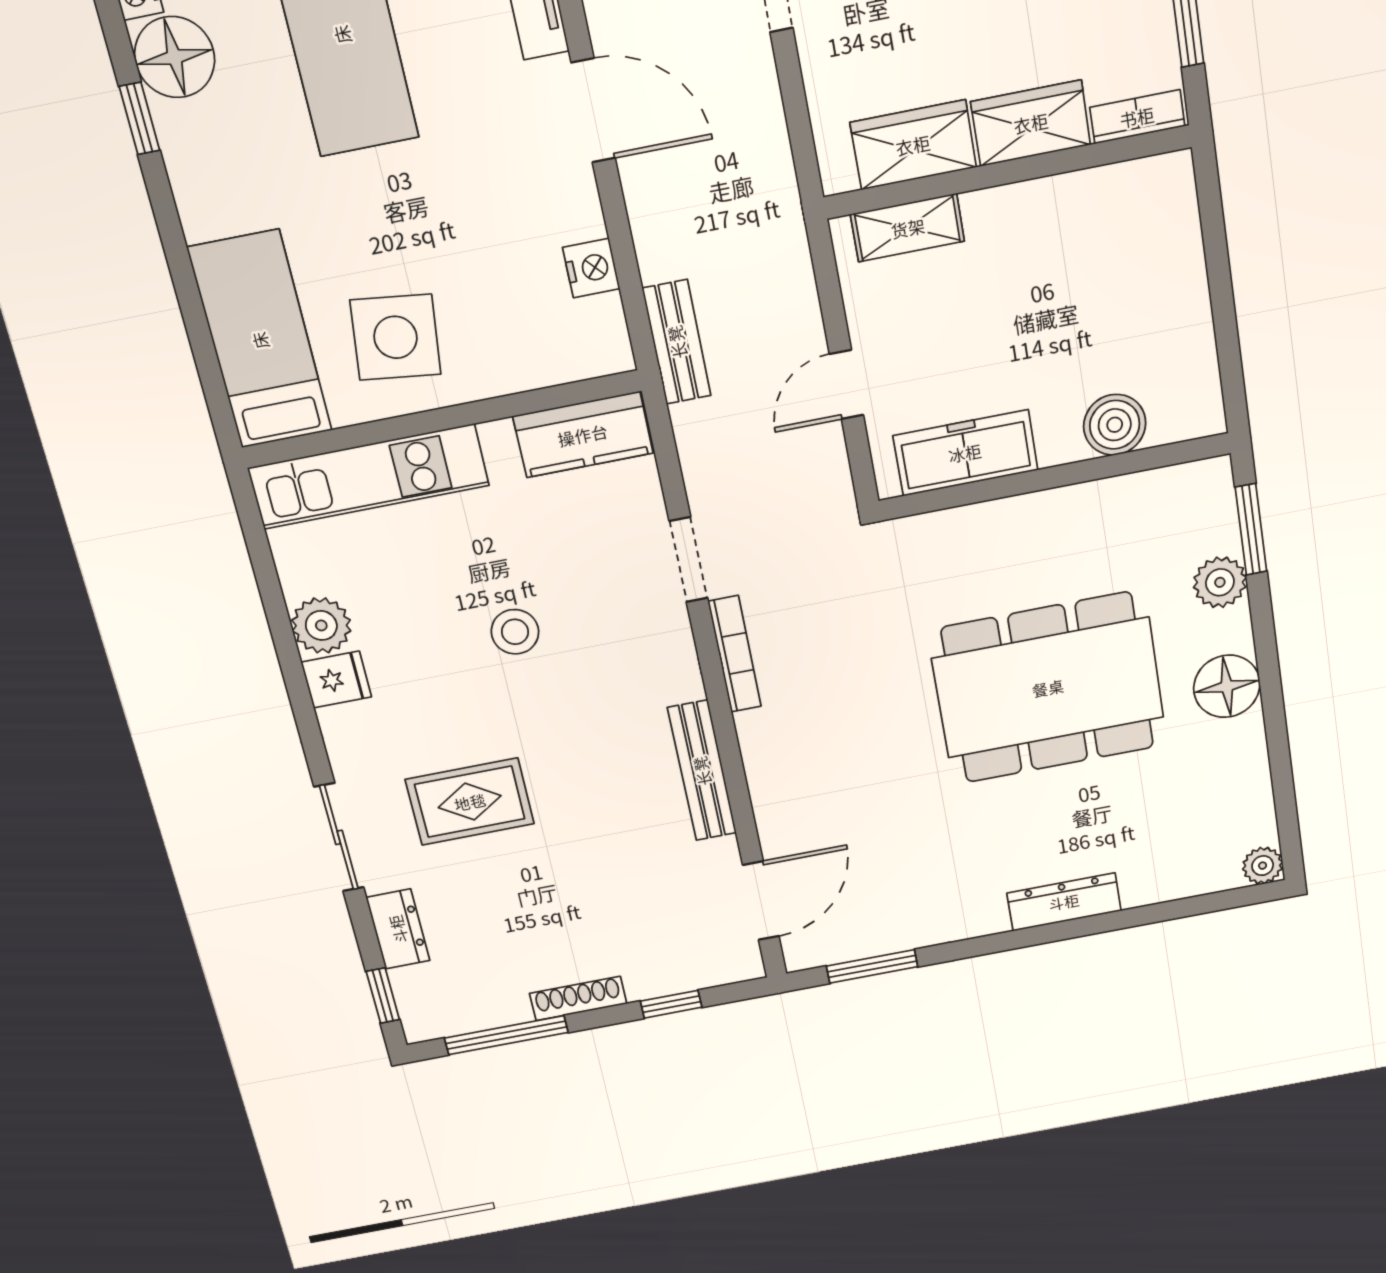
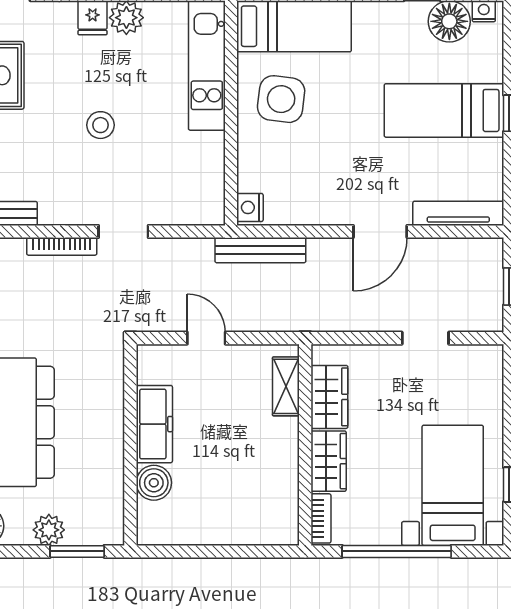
nightstand: (591, 268) -> (250, 207), moved, turned 90
bench: (677, 342) -> (260, 250), width x1.36
kitchen counter: (583, 435) -> (207, 188), removed
freezer: (965, 453) -> (154, 424), moved

